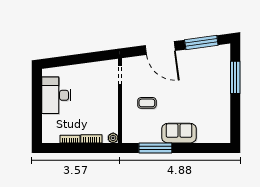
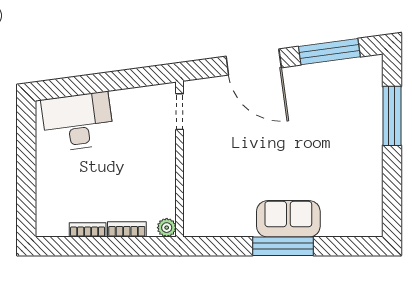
desk: (56, 95) -> (78, 122), moved, turned 82
coffee table: (147, 103) -> (229, 163), removed
window: (155, 148) -> (283, 246), moved

